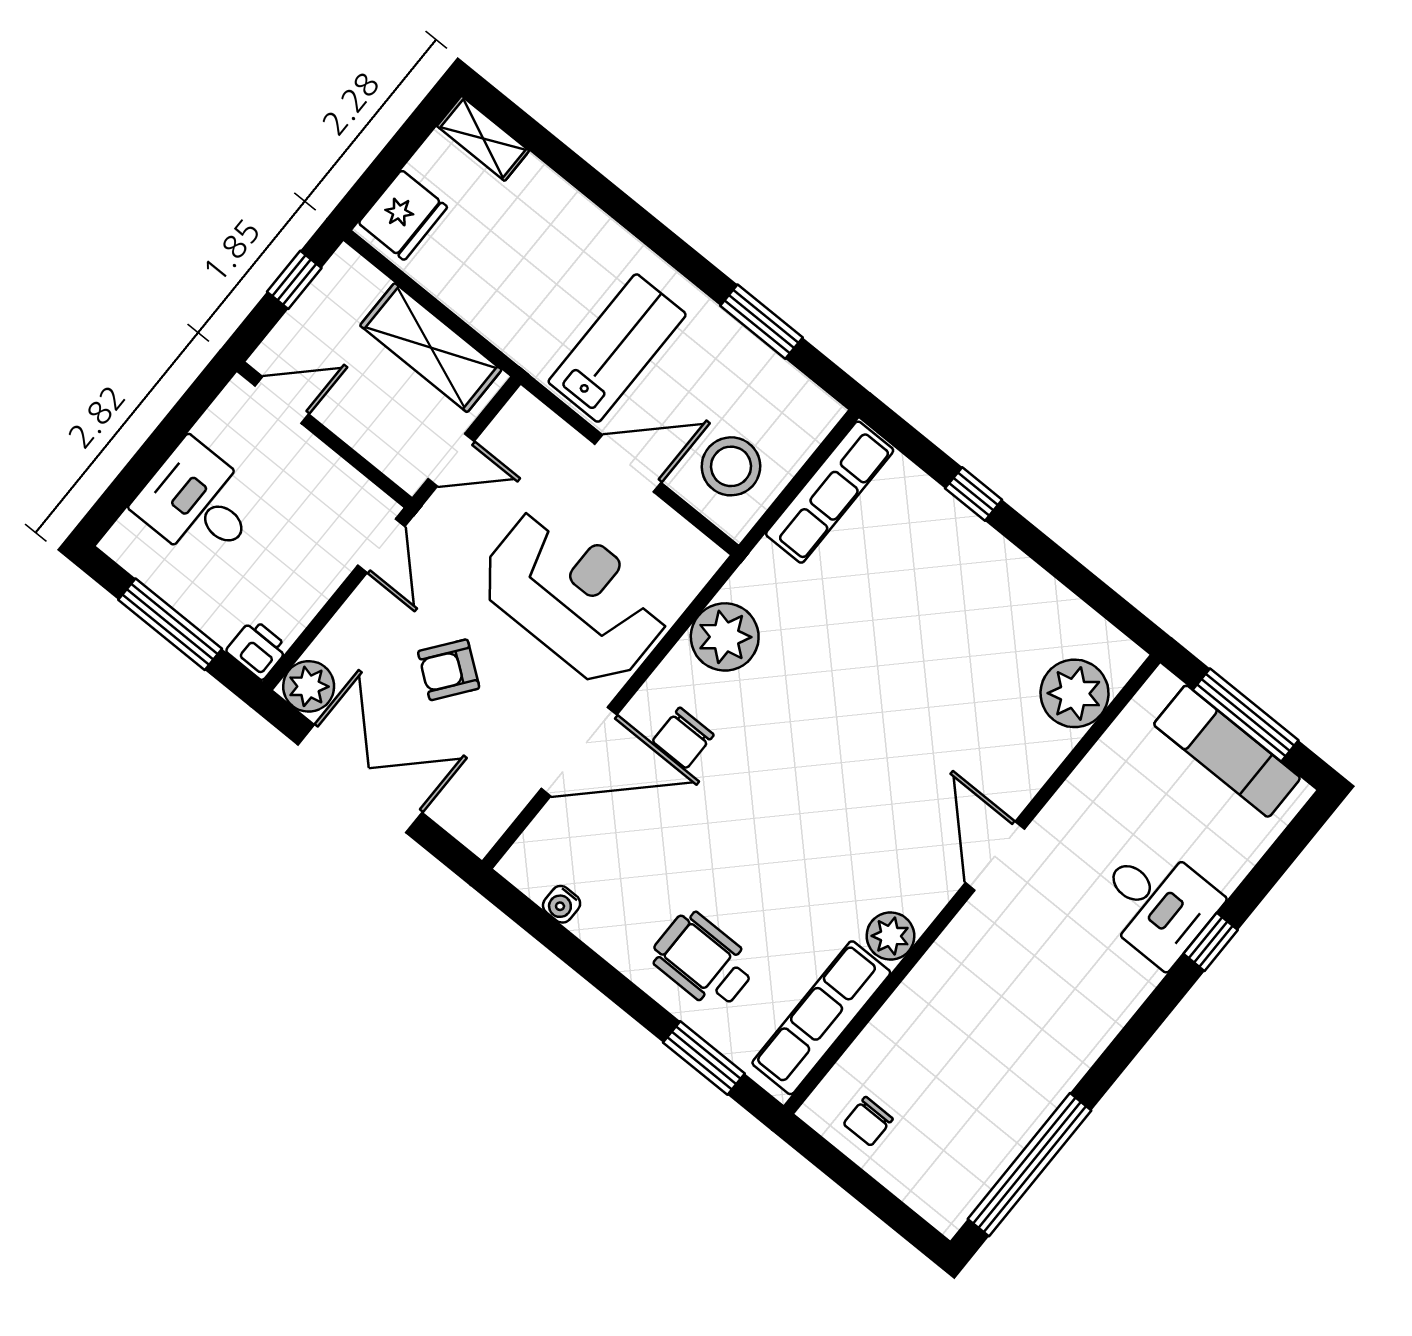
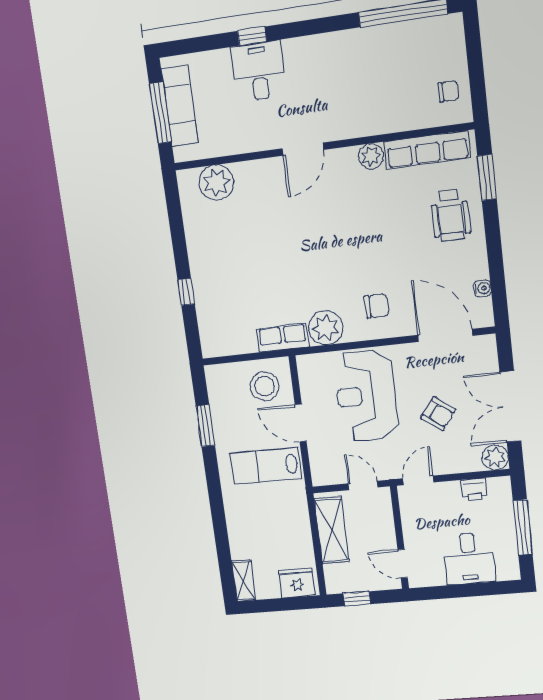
row of seats: (830, 492) -> (283, 338), moved, width x0.68
printer: (257, 649) -> (474, 489), moved, turned -90
door: (579, 752) -> (445, 335), moved

